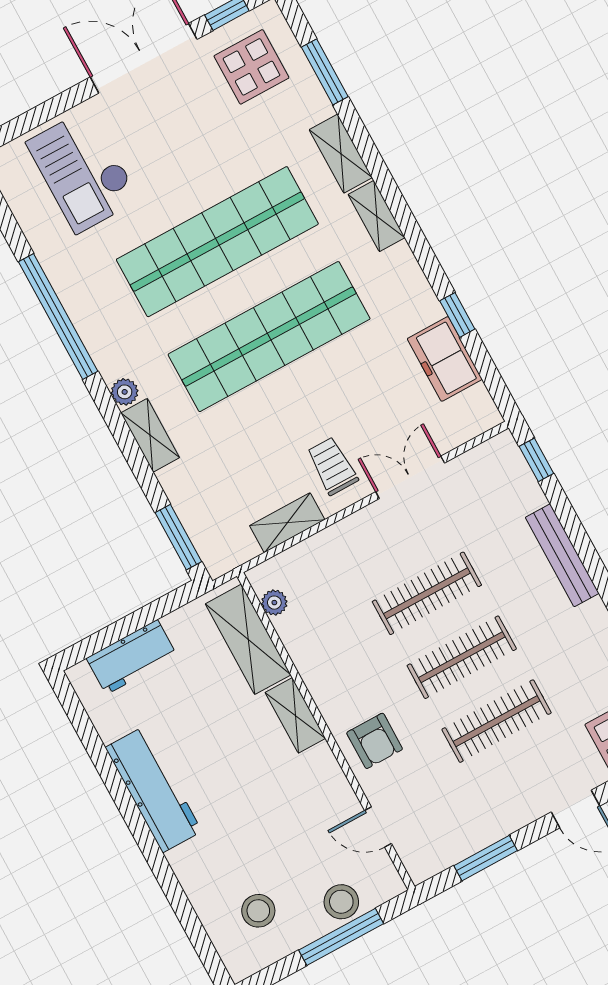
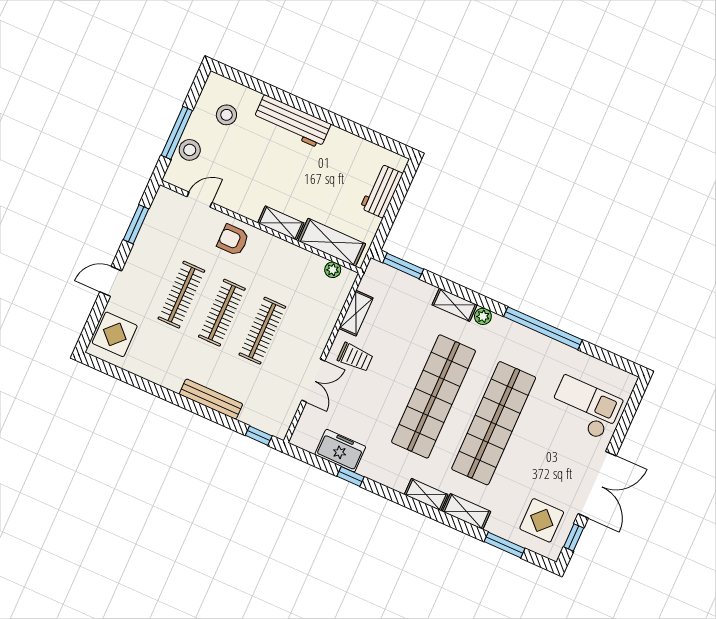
workbench: (154, 789) -> (292, 122), moved

